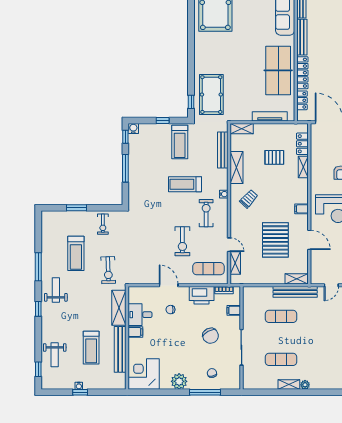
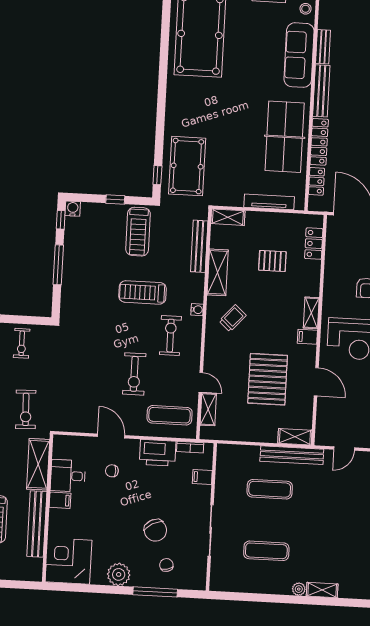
shelving: (303, 167) -> (311, 313), moved
chair: (210, 336) -> (155, 530), moved
shelving: (289, 385) -> (322, 590), moved

